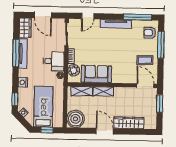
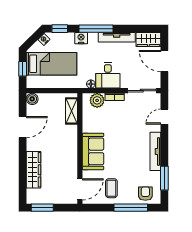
door: (43, 15) -> (164, 61), hinge flipped
door: (88, 16) -> (164, 117), hinge flipped
window: (138, 17) -> (164, 178), width x0.69
window: (16, 53) -> (96, 29), moved
sofa: (96, 74) -> (93, 151), moved
shelving: (103, 91) -> (72, 137), removed
window: (160, 104) -> (42, 208), moved
boiler: (76, 119) -> (32, 99), width x0.54, depth x0.54
door: (105, 131) -> (23, 127), moved

